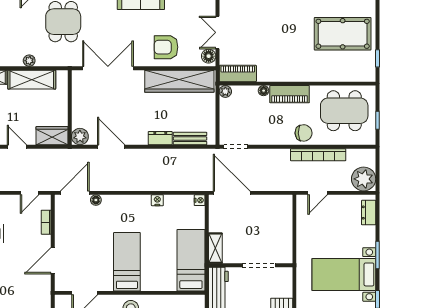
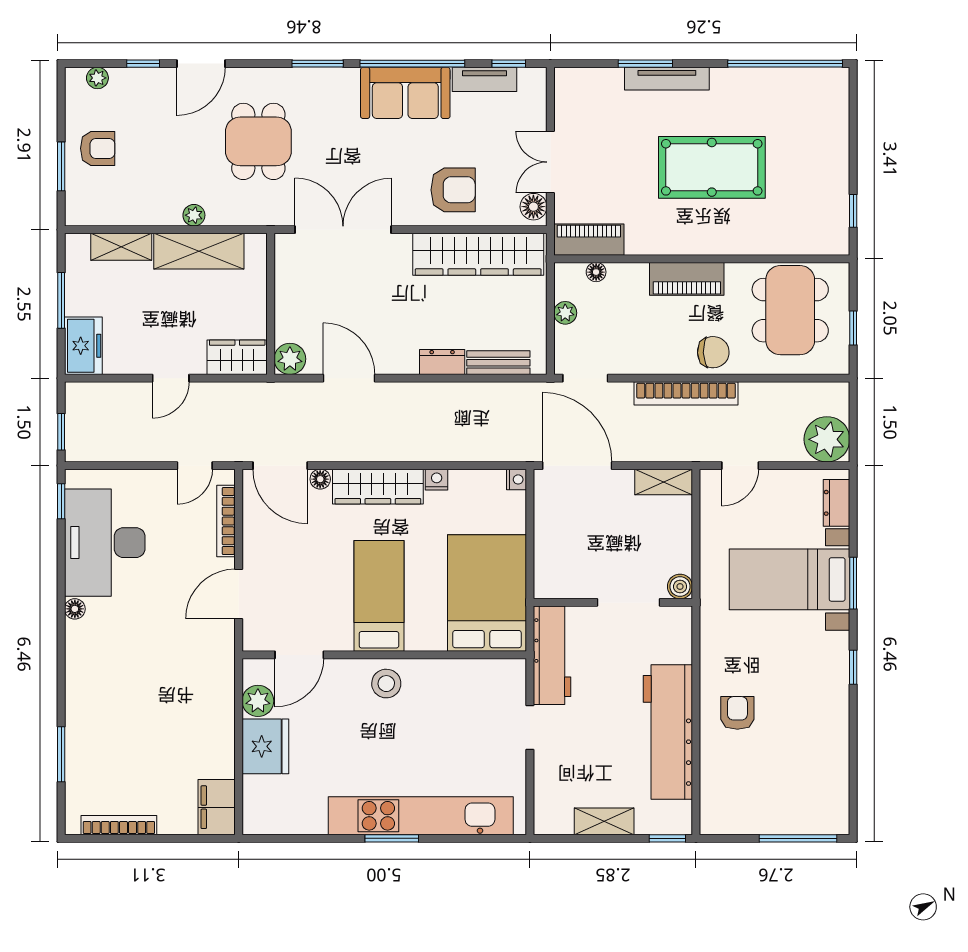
pool table: (343, 34) -> (712, 167), moved
armchair: (166, 47) -> (453, 190), turned 180
plant: (225, 91) -> (565, 313), moved
floor lamp: (264, 91) -> (596, 272), moved
dining table: (344, 111) -> (790, 310), turned 90
door: (17, 147) -> (171, 378), swing flipped
bookcase: (318, 155) -> (686, 393), moved
door: (75, 193) -> (280, 466), swing flipped
wardrobe: (126, 204) -> (378, 487), added
bookcase: (46, 222) -> (226, 521), width x1.56
shelving: (215, 248) -> (664, 482), moved, turned 90
boiler: (286, 257) -> (680, 587), added
bed: (191, 260) -> (487, 593), width x1.50
bed with nightstands: (344, 274) -> (790, 579), moved

